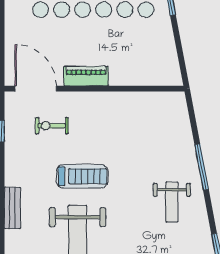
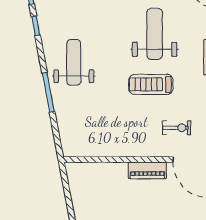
weight bench: (172, 202) -> (74, 62), width x1.36, depth x1.33

